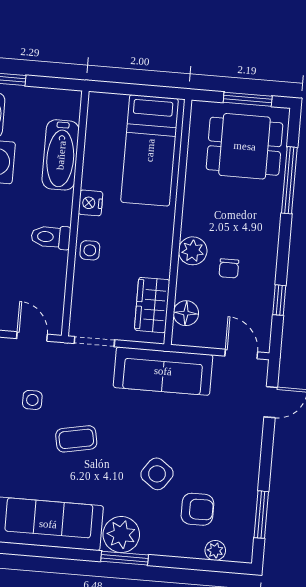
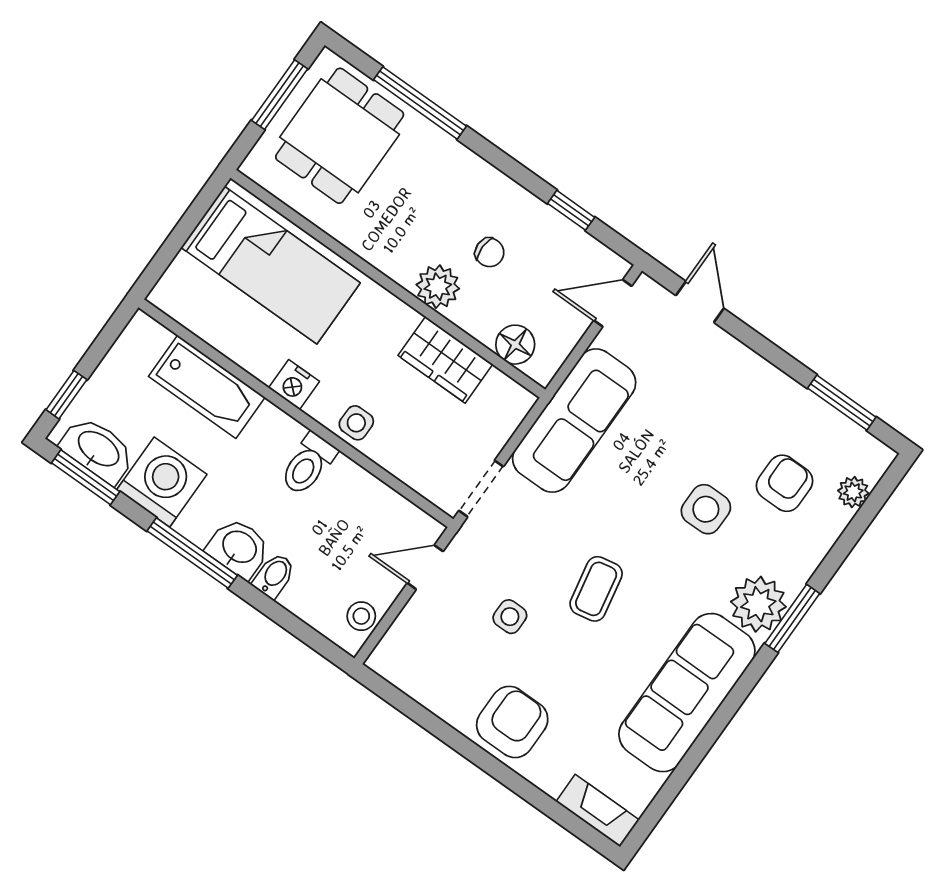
wardrobe: (152, 305) -> (445, 360), moved
side table: (157, 474) -> (706, 509), turned -36

